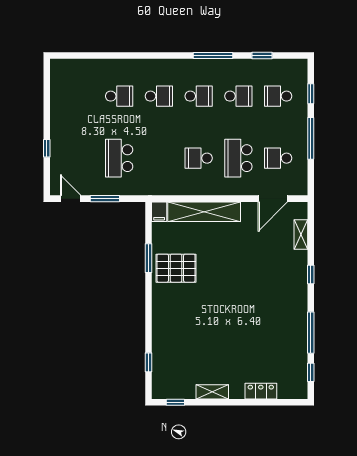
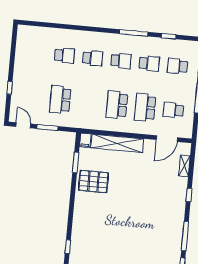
school desk: (199, 158) -> (117, 105), width x1.85
window: (149, 258) -> (76, 162), moved

